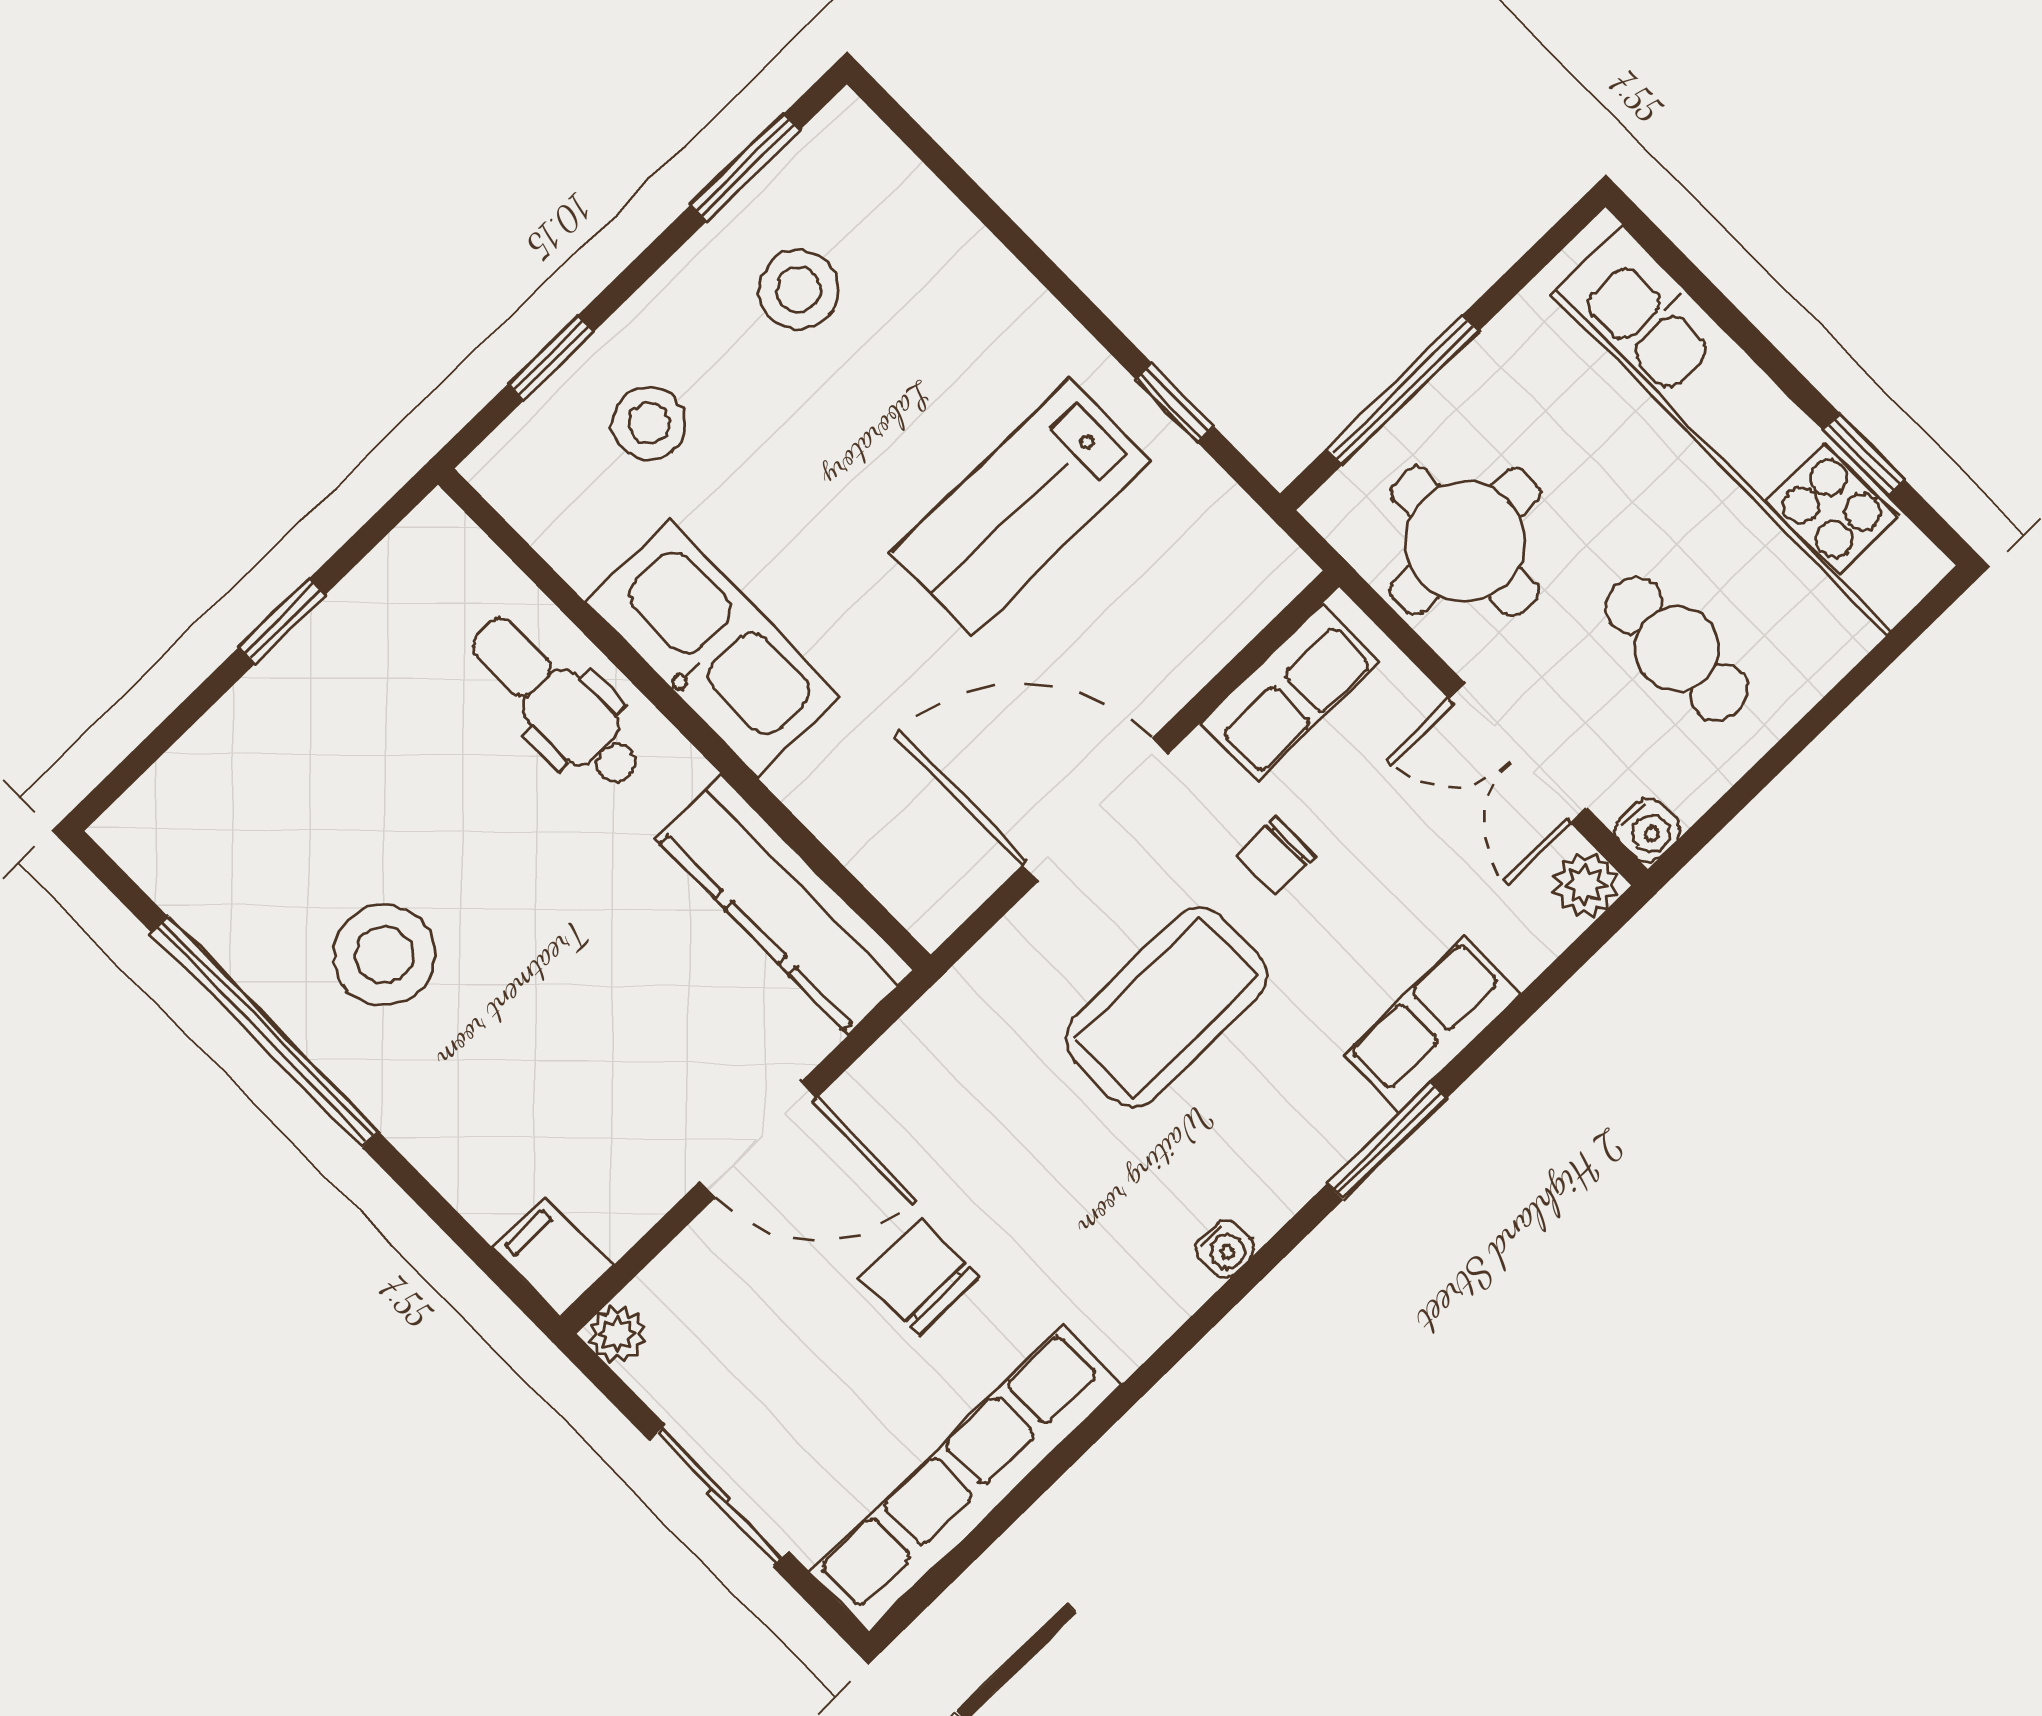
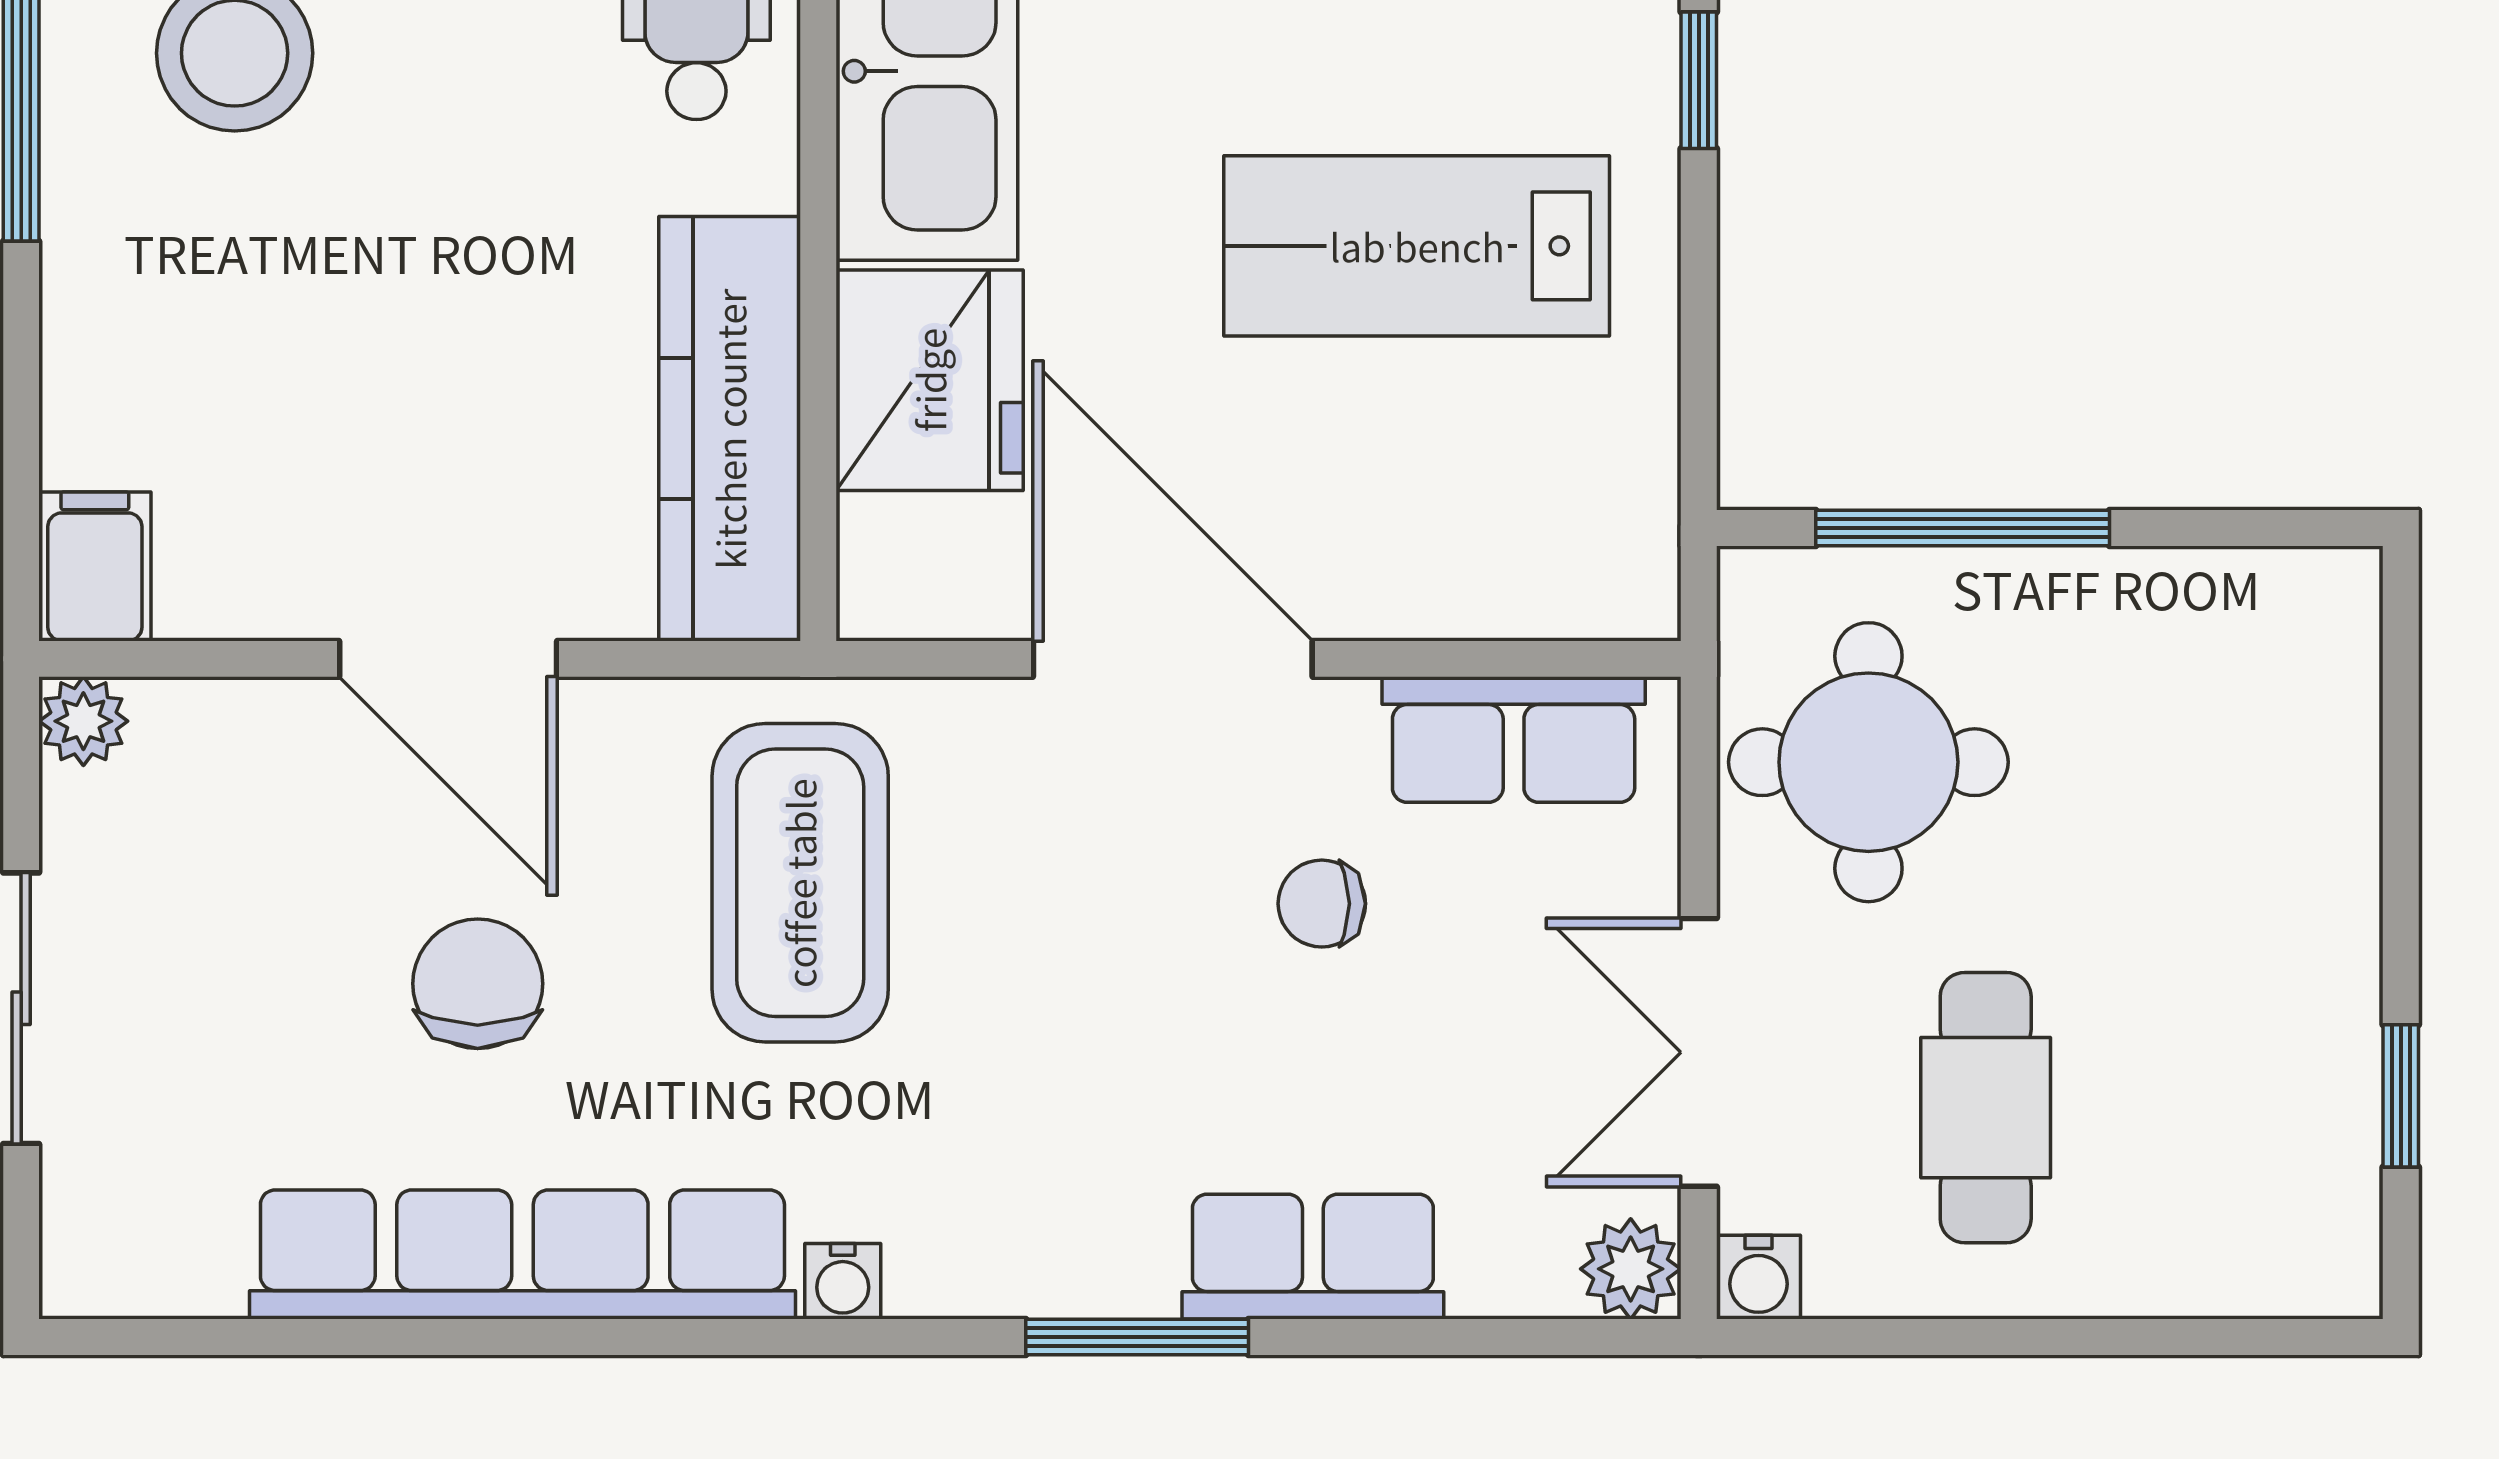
window: (1175, 403) -> (1699, 80), moved
kitchen unit: (1755, 430) -> (2307, 951), removed
fridge: (855, 791) -> (930, 380), added
coffee table: (1166, 1007) -> (800, 883), moved, turned 90
row of seats: (966, 1478) -> (522, 1254), moved

